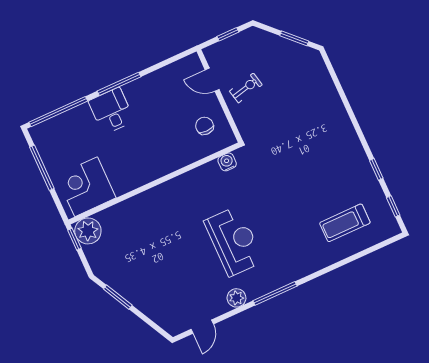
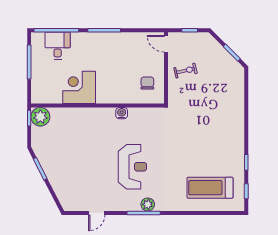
door: (212, 80) -> (166, 44), moved
desk: (111, 111) -> (58, 46), moved
water cooler: (227, 162) -> (122, 113), moved
corner desk: (86, 187) -> (79, 87), moved
treadmill: (345, 223) -> (210, 188), width x1.37, depth x1.38
plant: (236, 298) -> (148, 204), moved
door: (202, 327) -> (97, 213), moved

